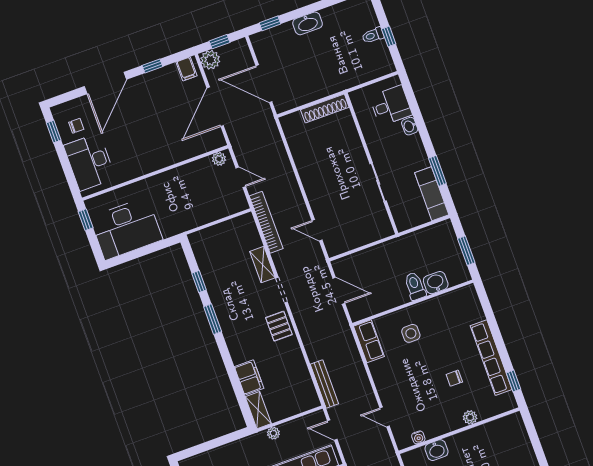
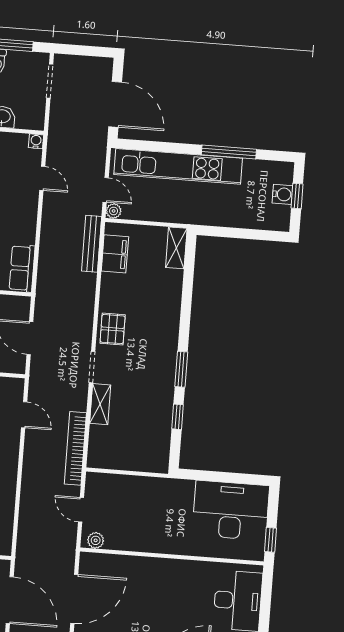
filing cabinet: (249, 378) -> (115, 254), moved, turned 180
plant: (273, 433) -> (114, 211), moved
water cooler: (418, 437) -> (36, 141), moved

